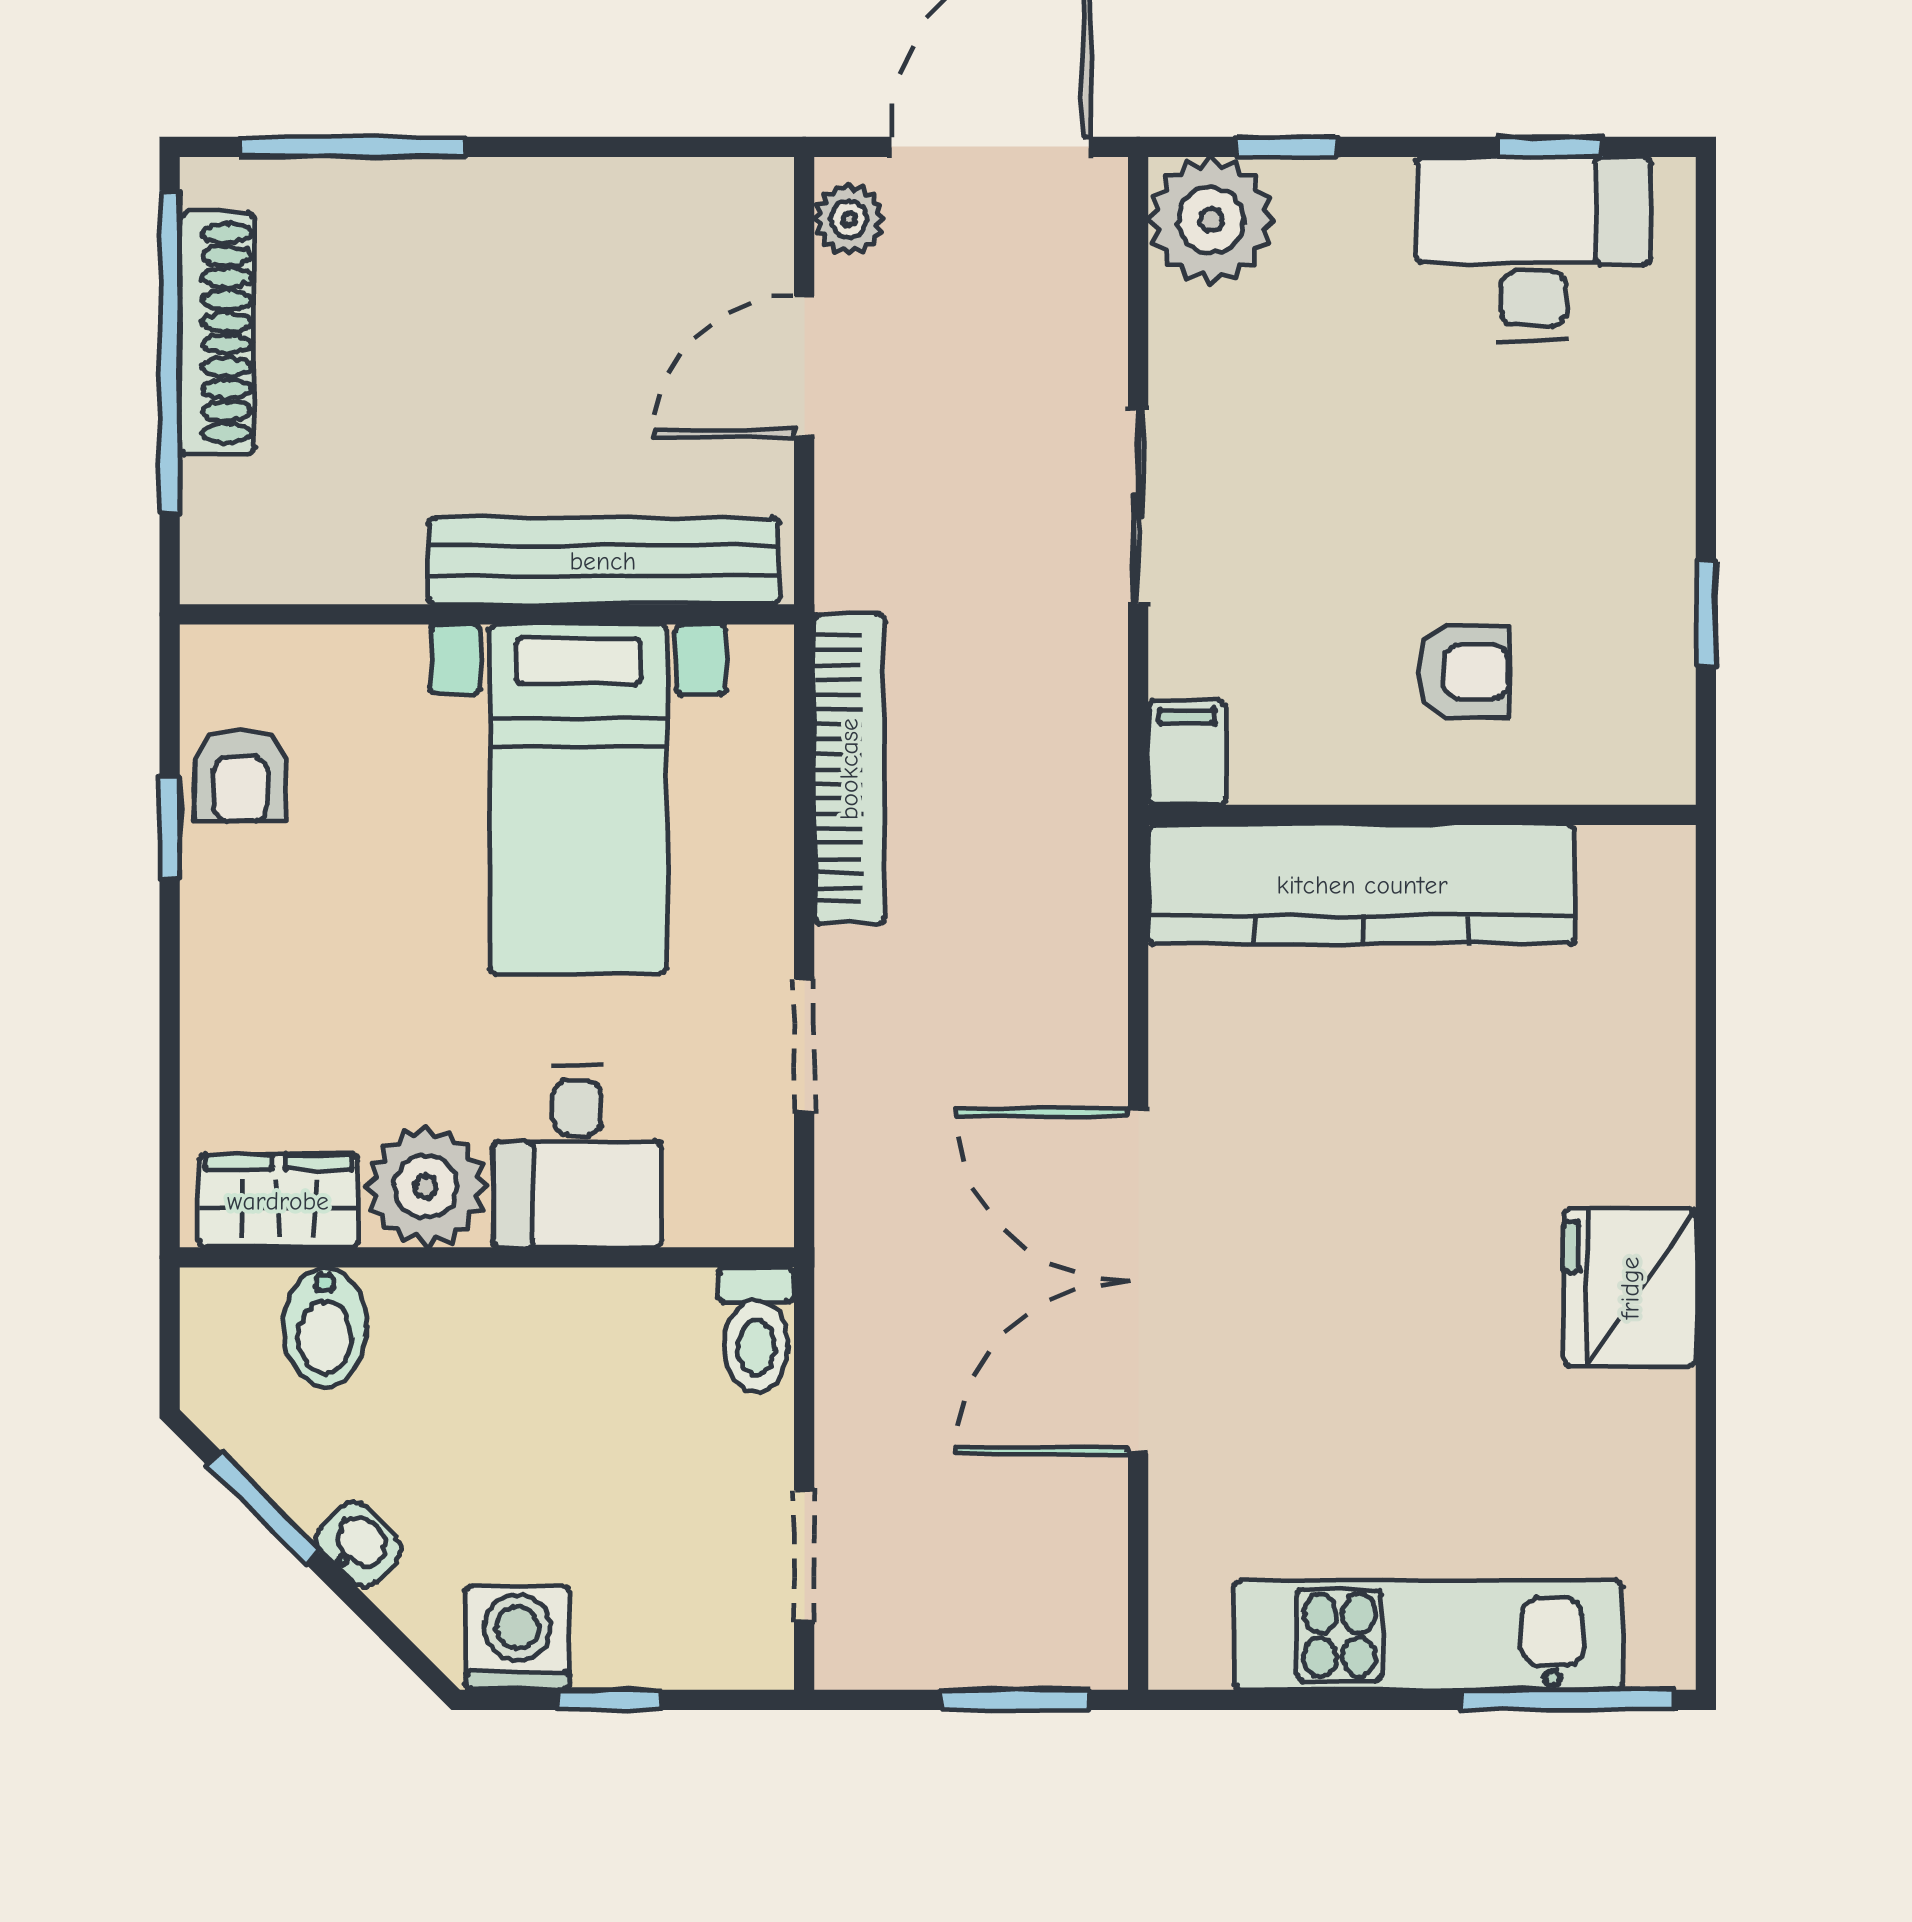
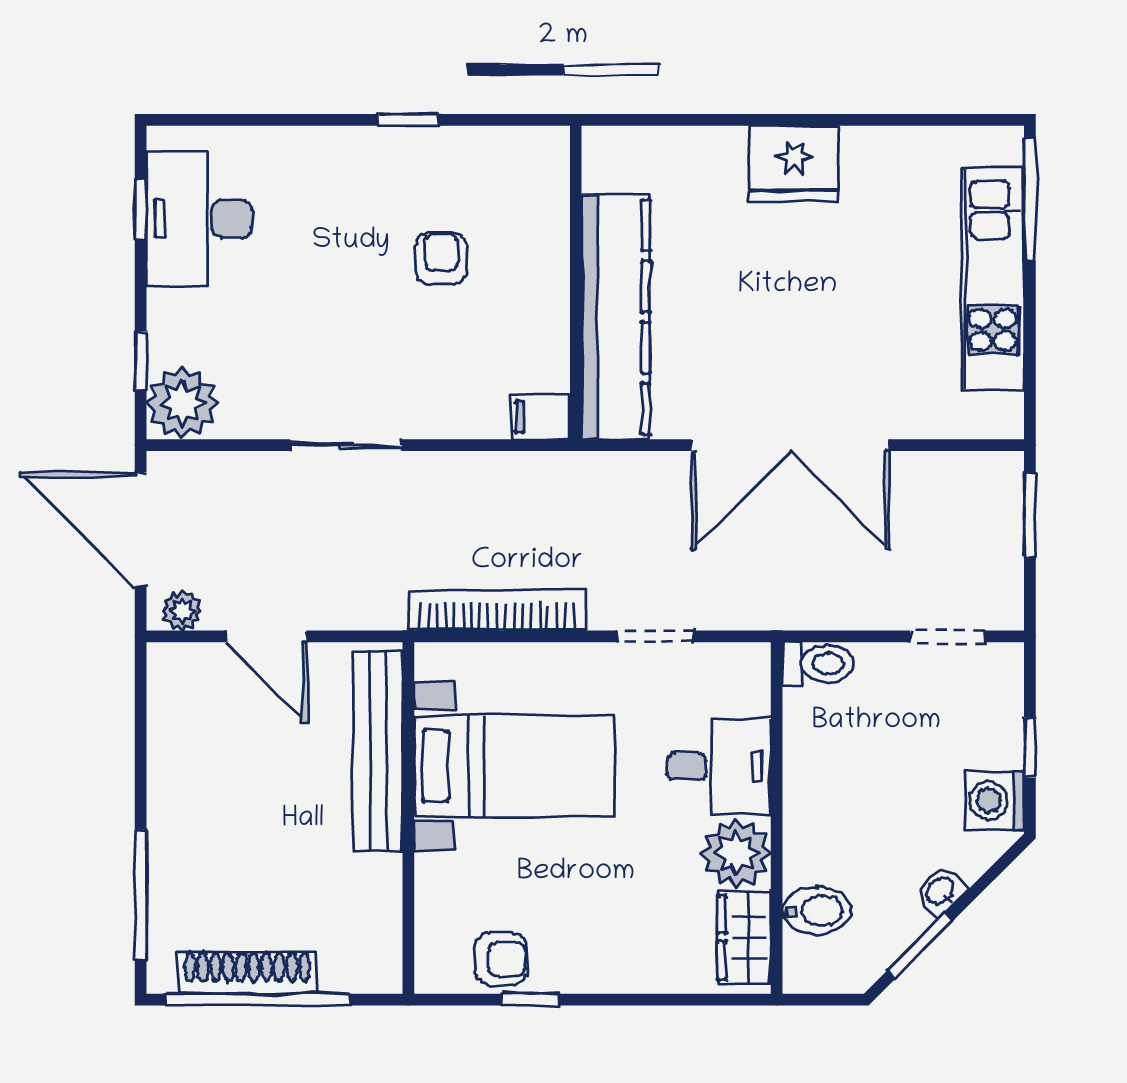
filing cabinet: (1187, 753) -> (540, 417), moved
wall: (1422, 815) -> (576, 282), moved
kitchen counter: (1362, 885) -> (616, 317), moved

